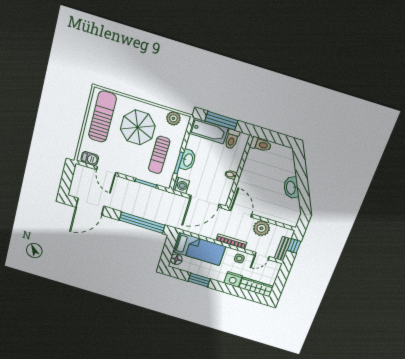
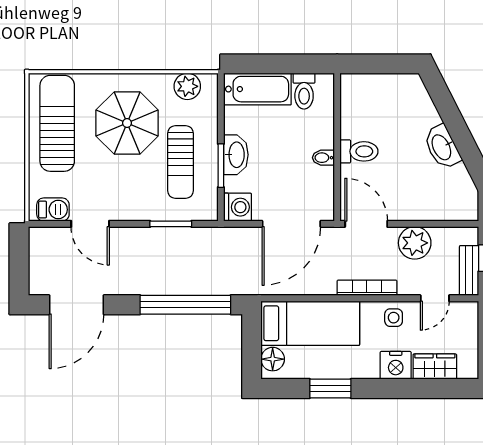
window: (221, 121) -> (274, 64), removed
toilet: (261, 144) -> (359, 151), moved
wardrobe: (256, 287) -> (435, 367), width x0.67

